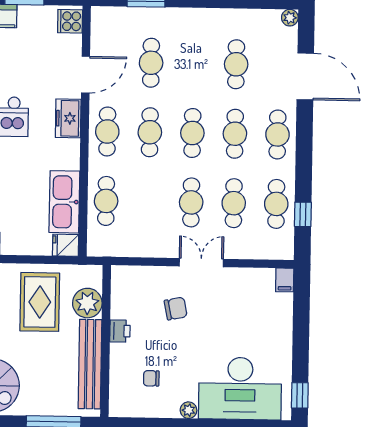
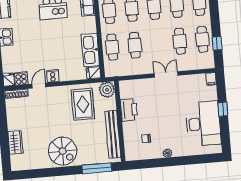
cafe table: (191, 202) -> (135, 45), moved
plant: (87, 303) -> (107, 90), moved
chair: (176, 309) -> (155, 100), removed
printer: (120, 331) -> (129, 110), width x1.87, depth x1.48
desk: (240, 388) -> (203, 124), moved, turned -90
window: (300, 395) -> (223, 109), moved

